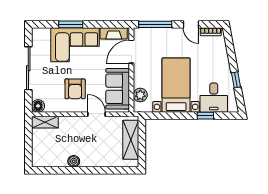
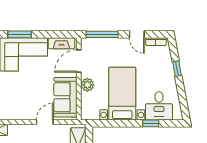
window: (236, 80) -> (177, 69), moved
armchair: (75, 89) -> (24, 97), removed
plant: (140, 95) -> (87, 85), moved
door: (97, 114) -> (45, 122), hinge flipped

